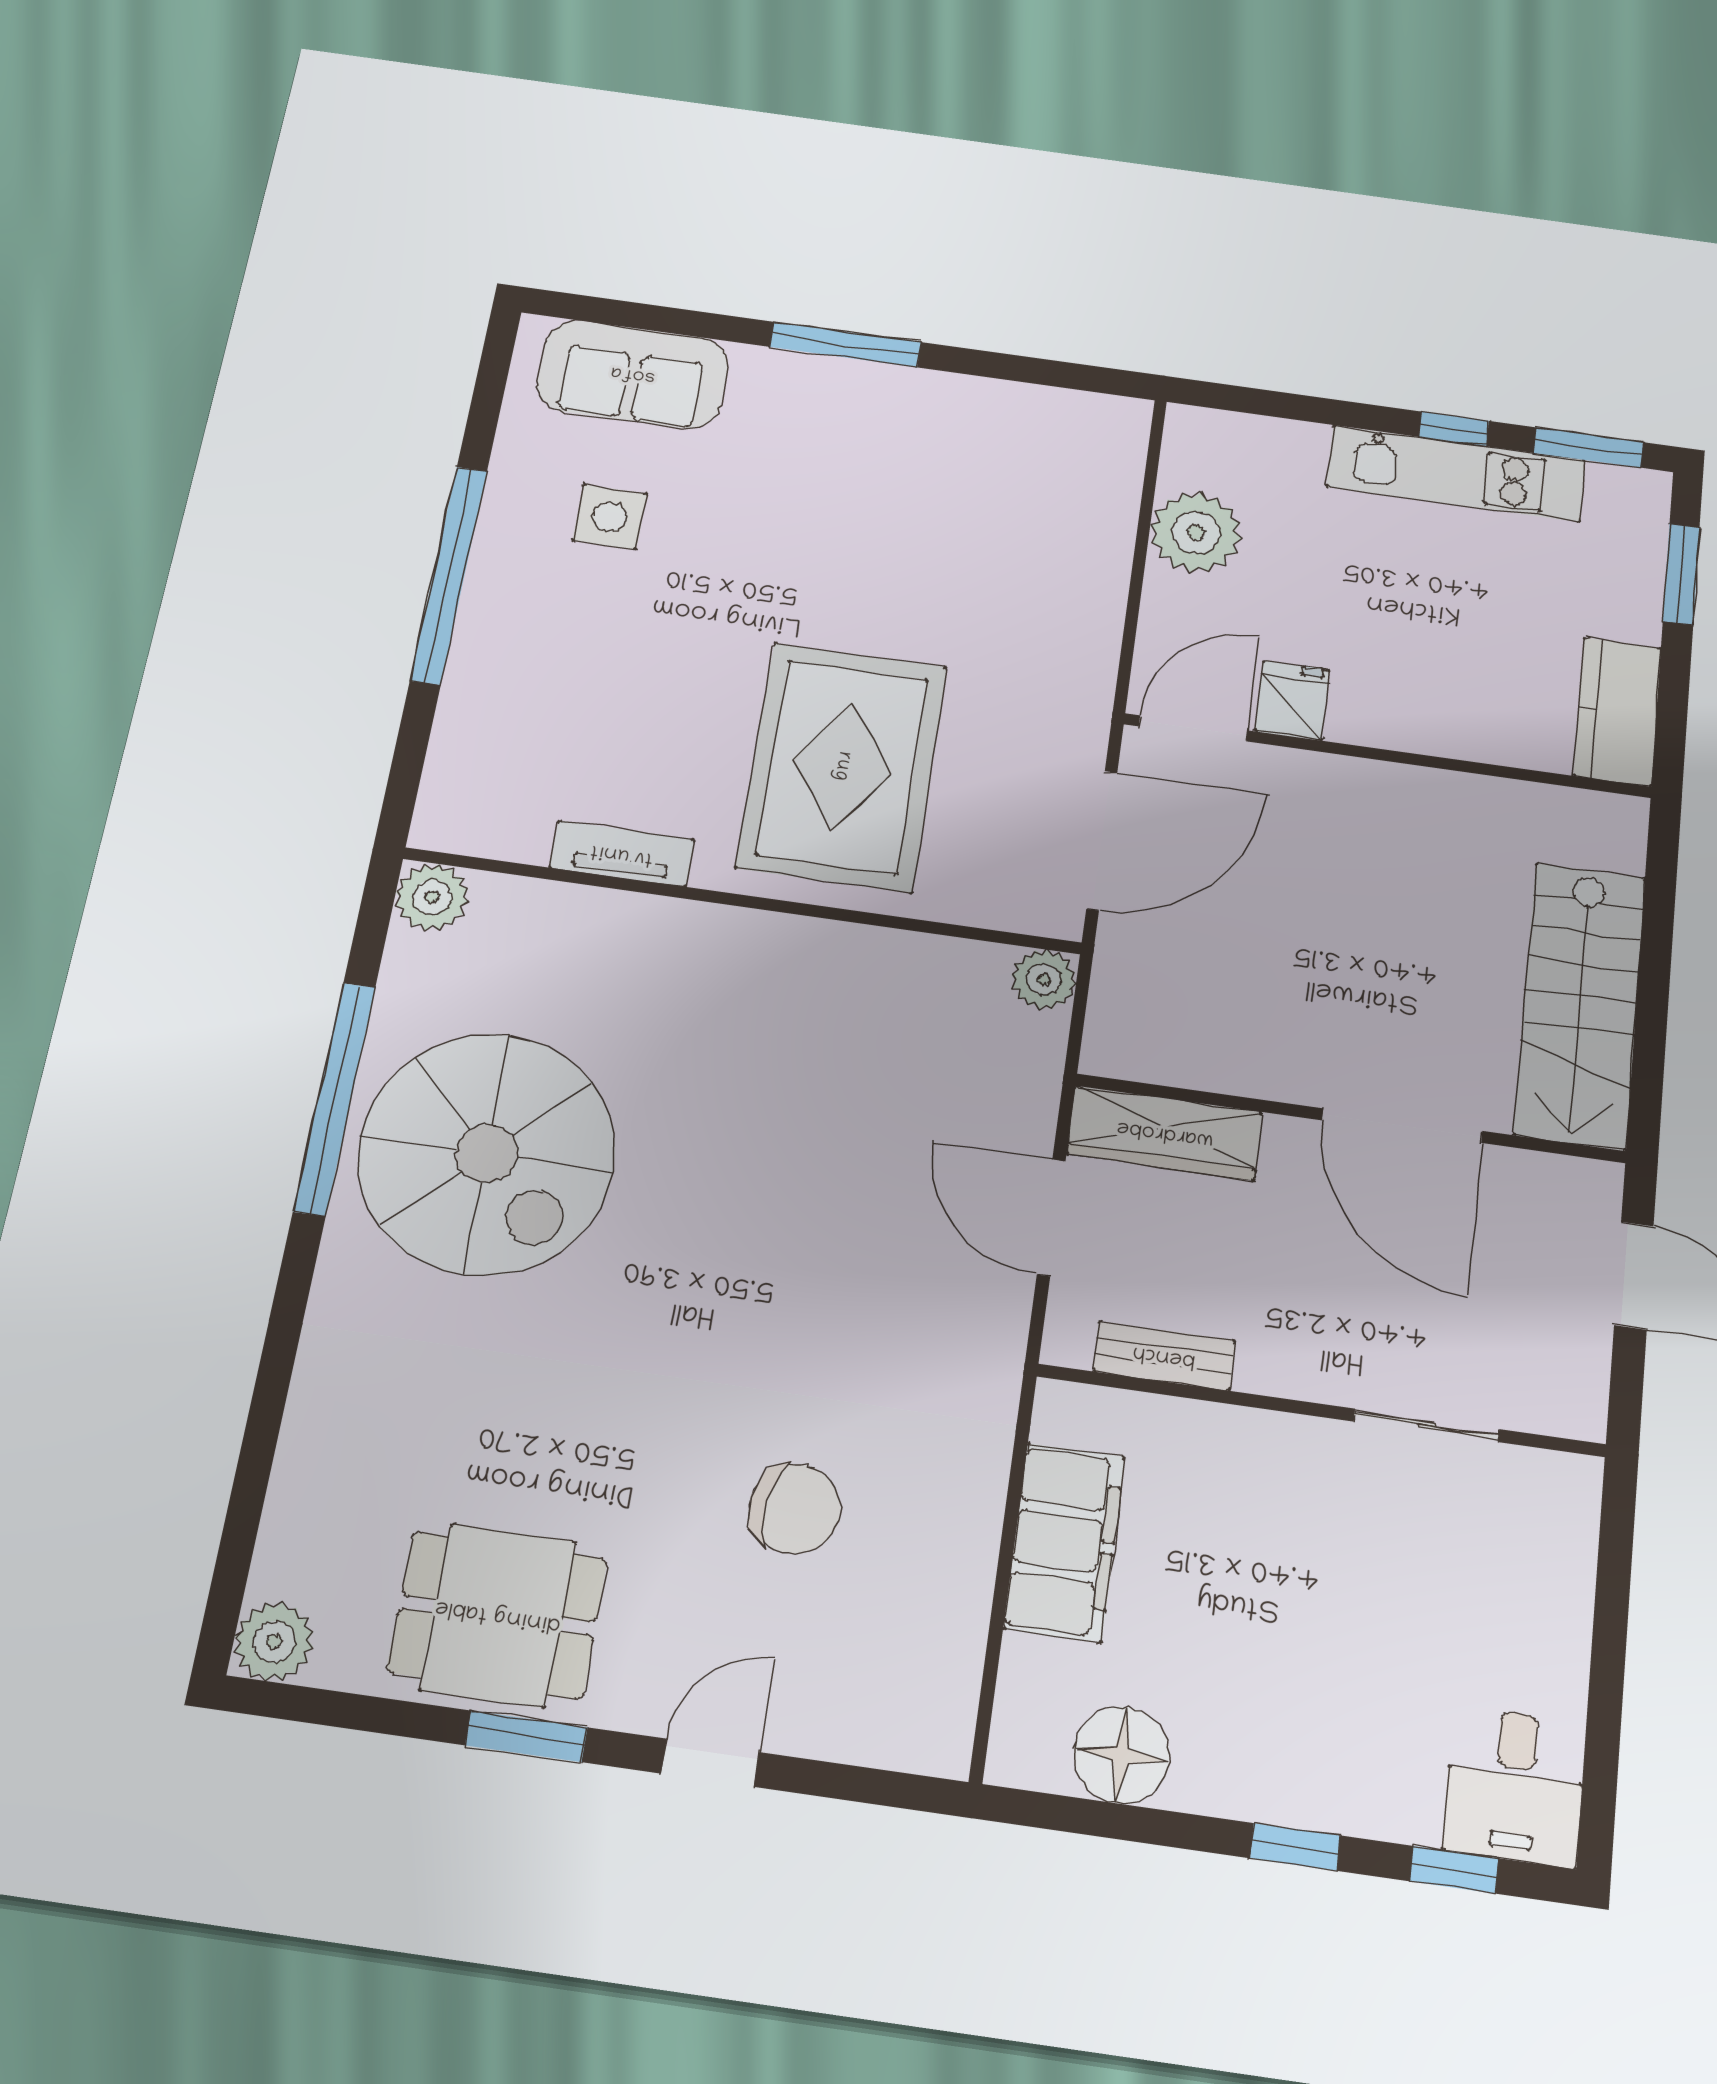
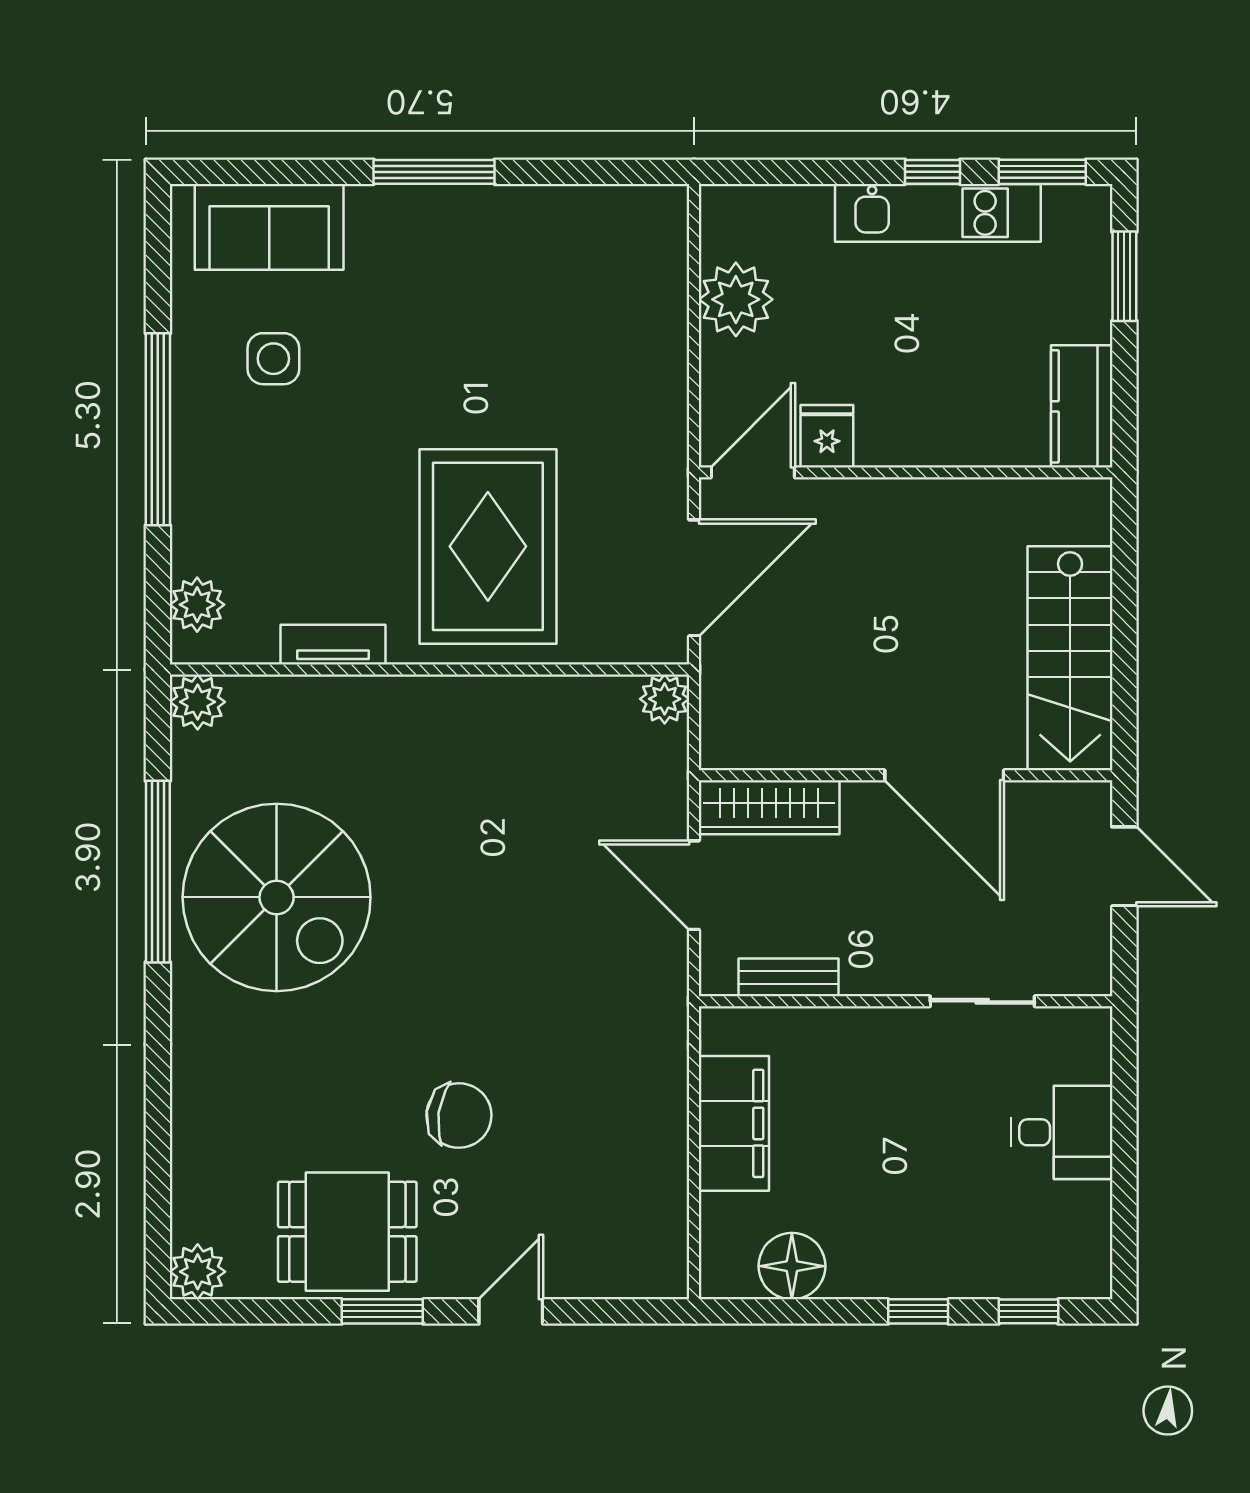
plant: (456, 782) -> (197, 605), added
chair: (795, 1509) -> (459, 1116), moved
desk: (1515, 1786) -> (1062, 1132), moved, turned -90

